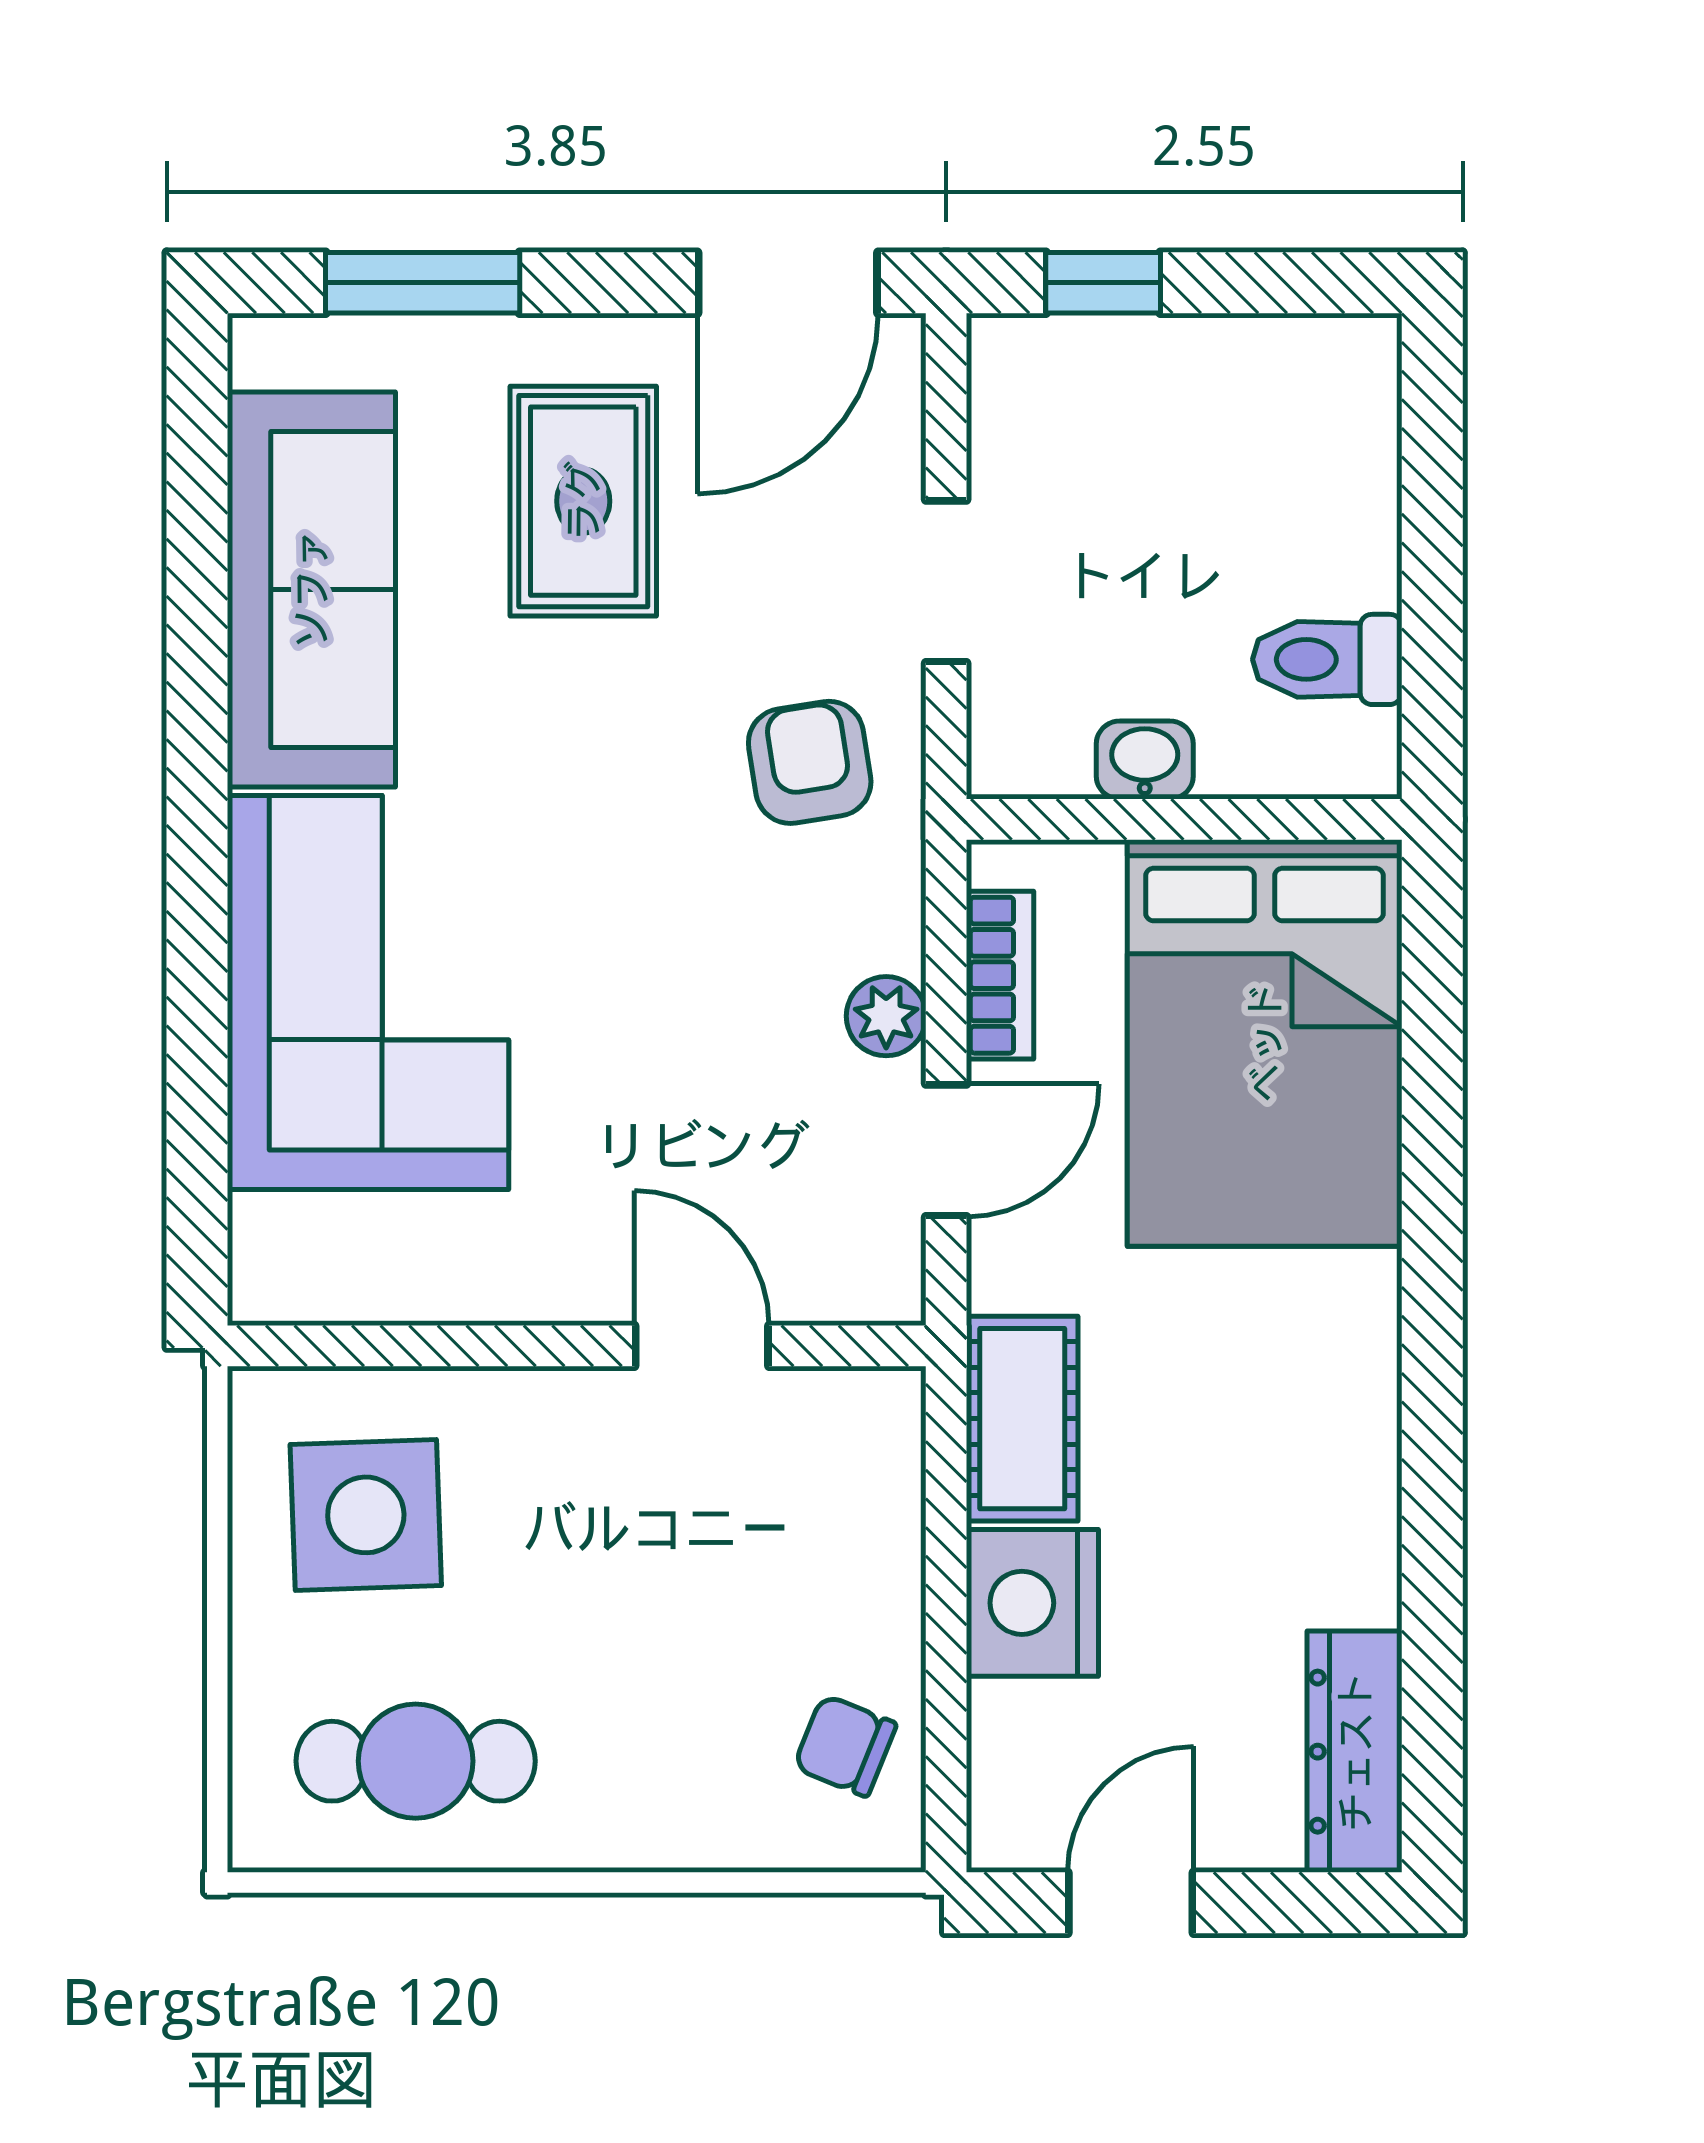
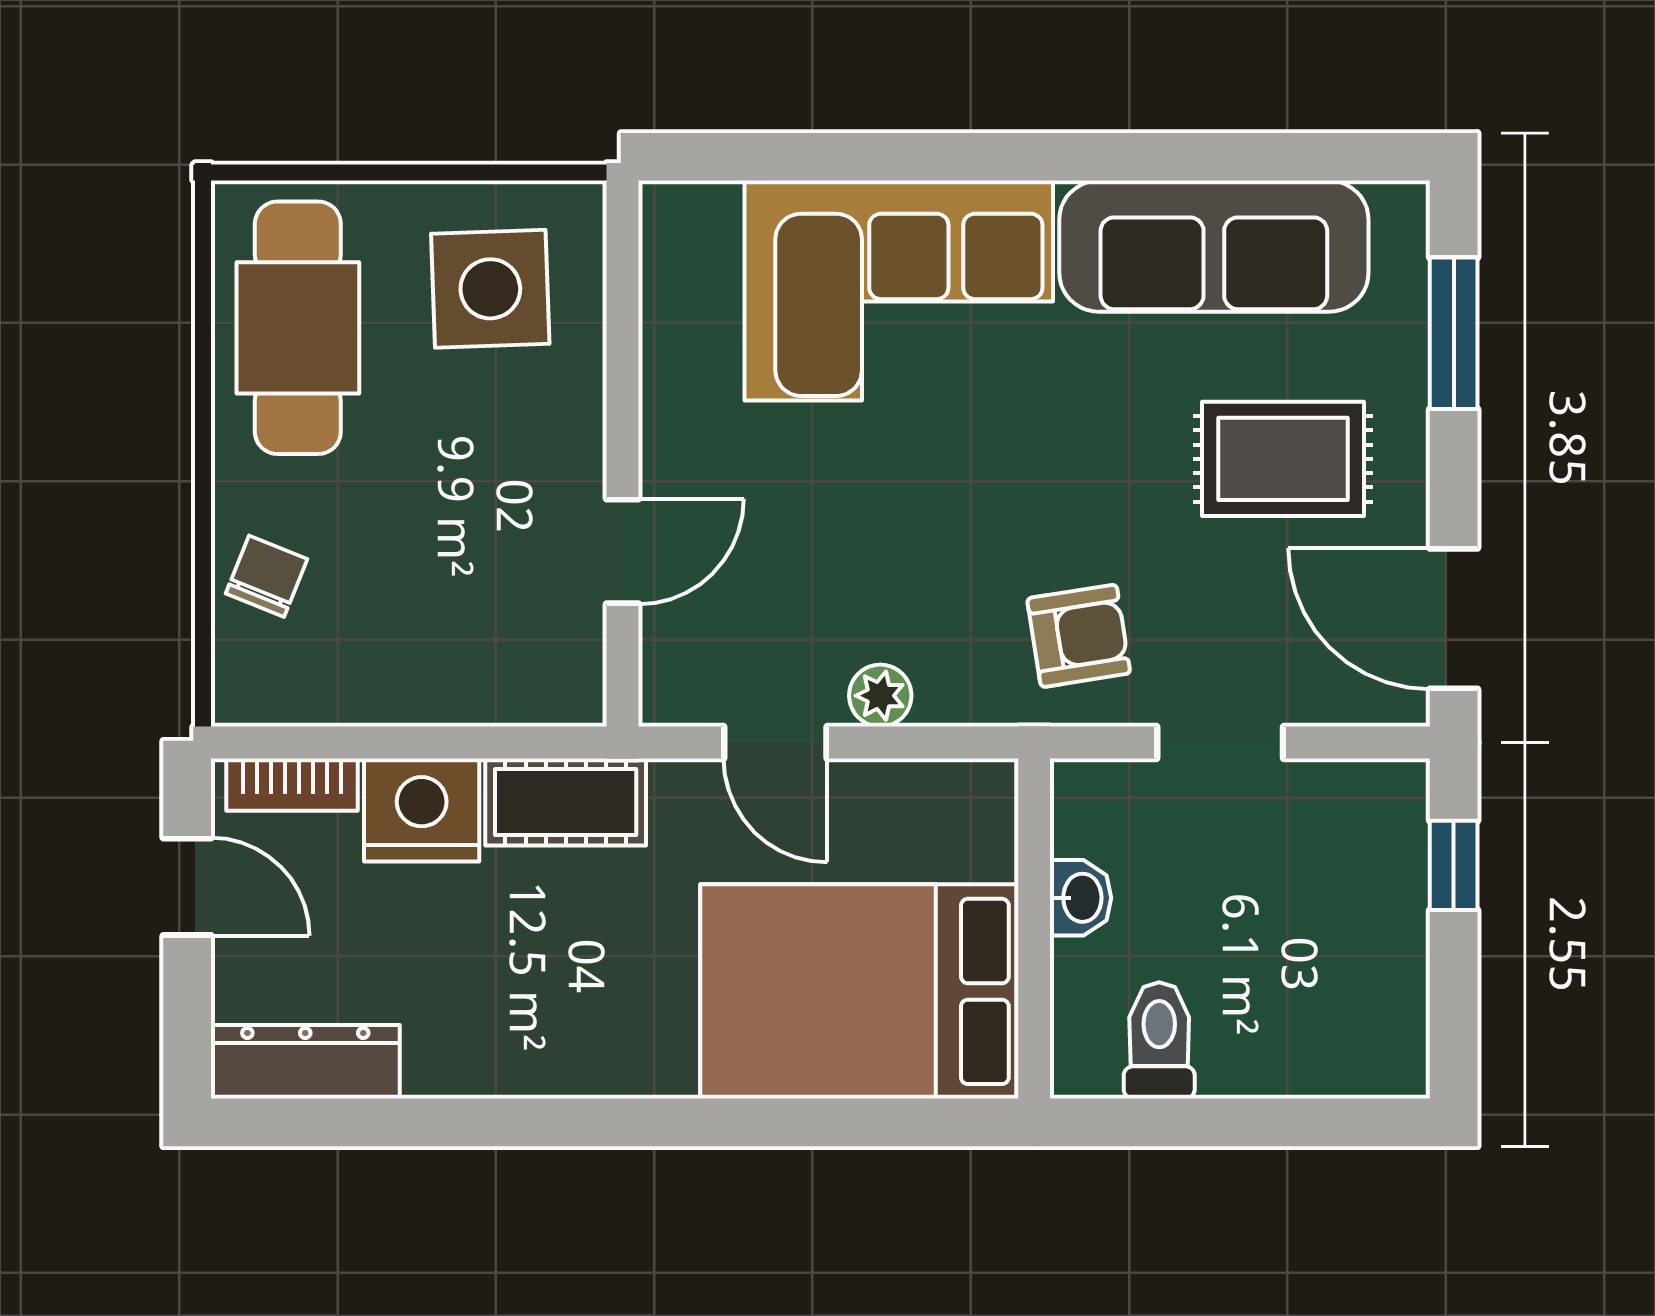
bookcase: (1000, 975) -> (292, 785), moved
chair: (845, 1746) -> (267, 576), moved
cafe table: (416, 1761) -> (298, 328), width x1.37, depth x1.35

